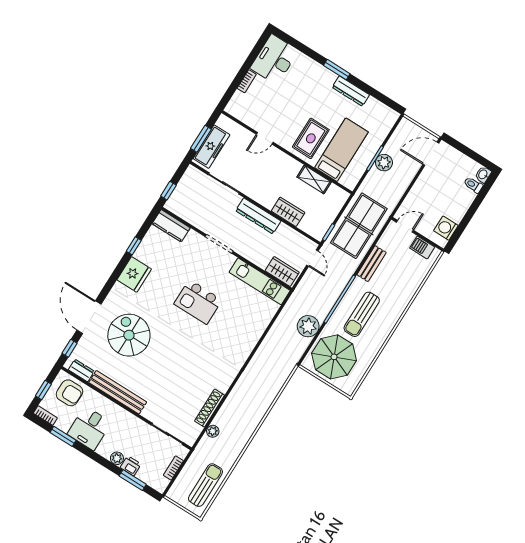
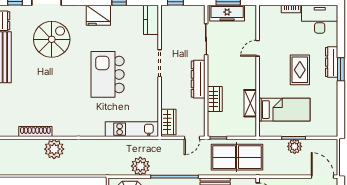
dresser: (351, 91) -> (332, 62), moved
door: (265, 138) -> (258, 48), hinge flipped
rug: (311, 138) -> (300, 70), moved, turned 90
kitchen unit: (260, 281) -> (132, 129), moved, turned 90
kitchen island: (198, 302) -> (108, 74), width x1.37, depth x1.28
plant: (213, 431) -> (54, 149), moved, width x1.87, depth x1.87

